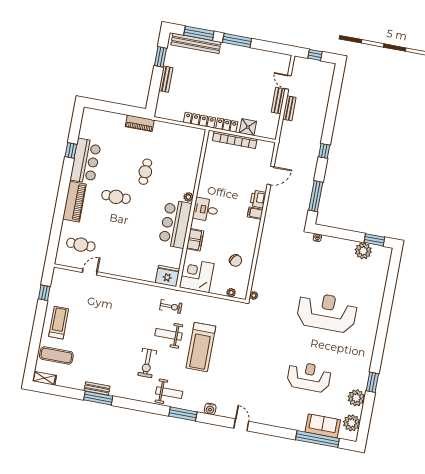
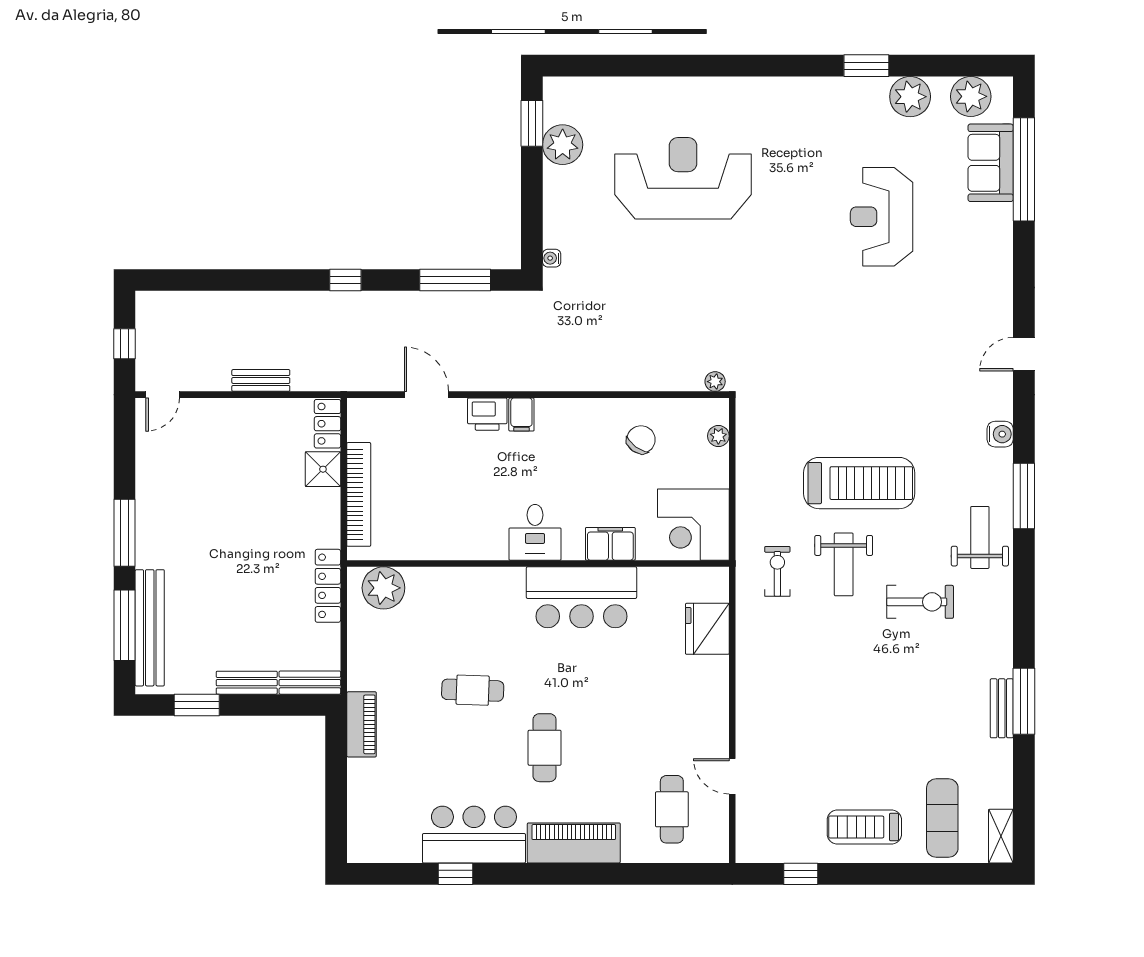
door: (288, 82) -> (163, 395), moved
bench: (278, 101) -> (310, 683), moved
locker: (227, 125) -> (327, 424), moved
plant: (188, 197) -> (383, 588), moved, width x1.88, depth x1.88
fridge: (167, 276) -> (707, 629), moved
reception desk: (327, 312) -> (683, 178), moved, turned 90

